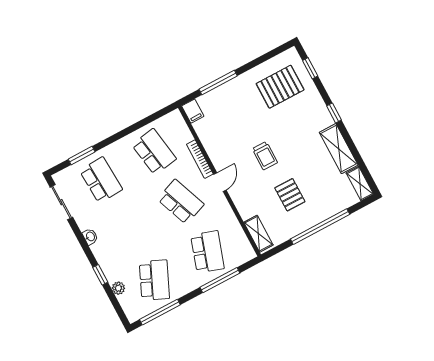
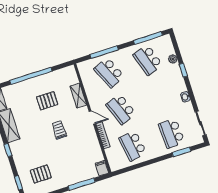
pallet: (280, 87) -> (41, 174), width x0.67, depth x0.71
door: (220, 182) -> (92, 118), swing flipped
pallet: (290, 195) -> (47, 101), turned 90
shelving: (258, 234) -> (78, 96), moved
school desk: (207, 252) -> (109, 73), turned -42
school desk: (154, 280) -> (148, 60), turned -42

